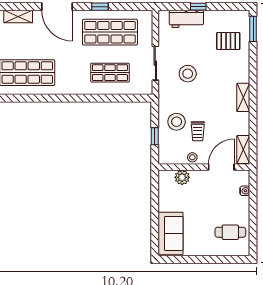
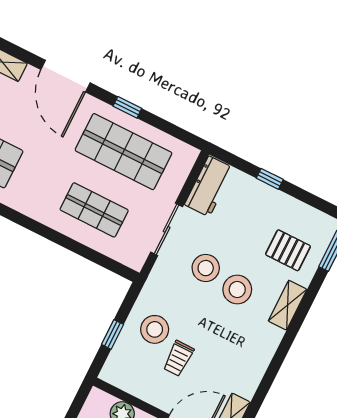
workbench: (186, 19) -> (209, 186), moved, turned -90
shelving: (243, 97) -> (288, 305), moved
stool: (192, 157) -> (237, 290), moved, width x1.89, depth x1.89

